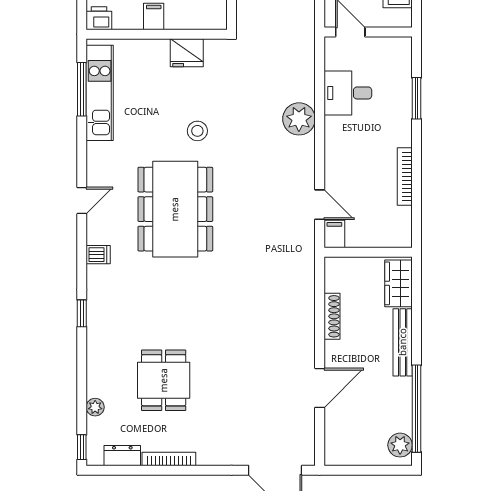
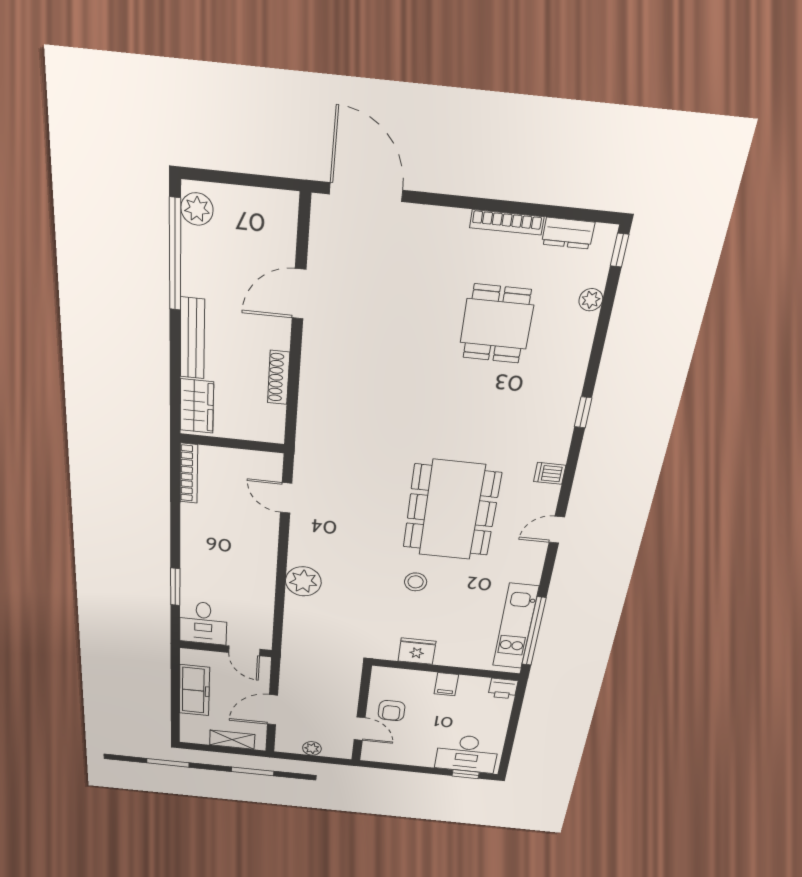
window: (82, 89) -> (534, 632), width x1.46
desk: (348, 93) -> (203, 623), moved, turned 90
bookcase: (405, 177) -> (189, 473), moved
filing cabinet: (334, 234) -> (271, 466), removed

